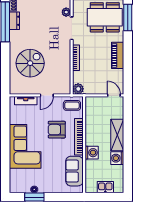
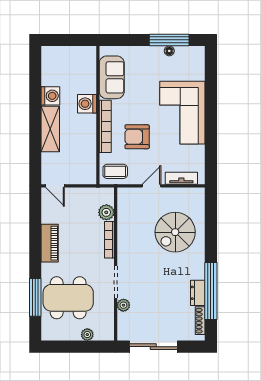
plant: (78, 89) -> (106, 212), moved
armchair: (57, 130) -> (137, 137), turned 180
kitchen sink: (105, 187) -> (67, 54), removed
window: (34, 197) -> (169, 40), width x1.44

